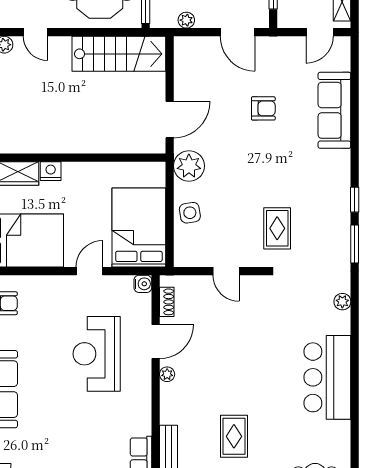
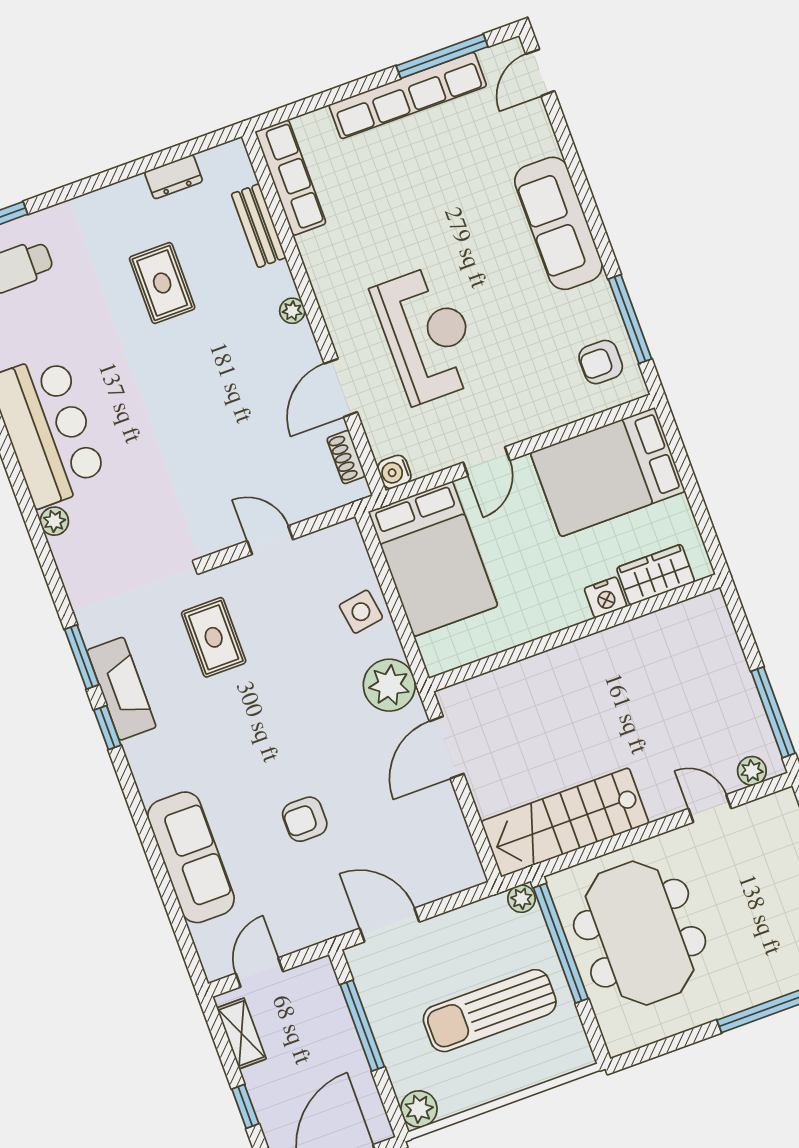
plant: (186, 20) -> (522, 899), moved
fireplace: (339, 218) -> (122, 689), added
plant: (342, 302) -> (54, 521), moved
plant: (167, 374) -> (292, 311), moved

